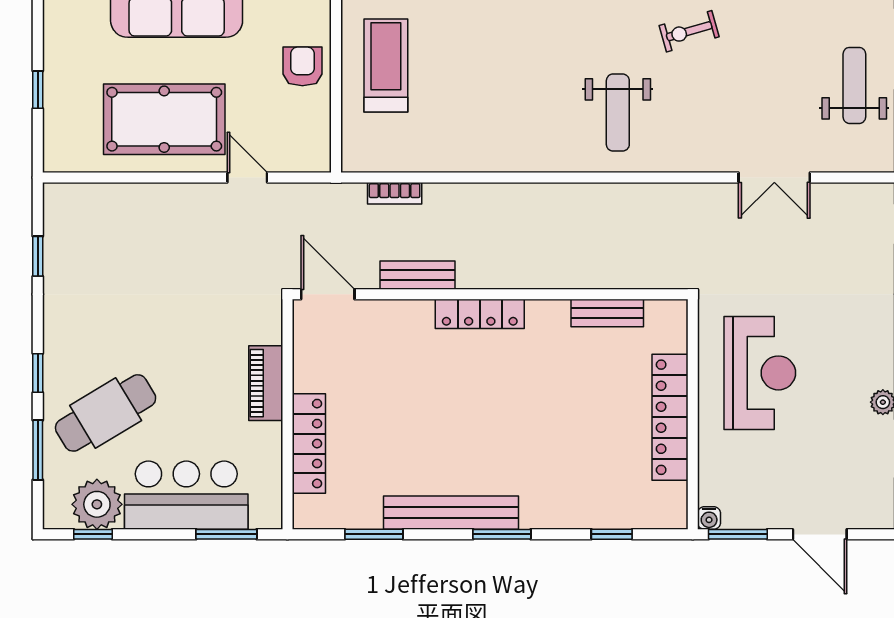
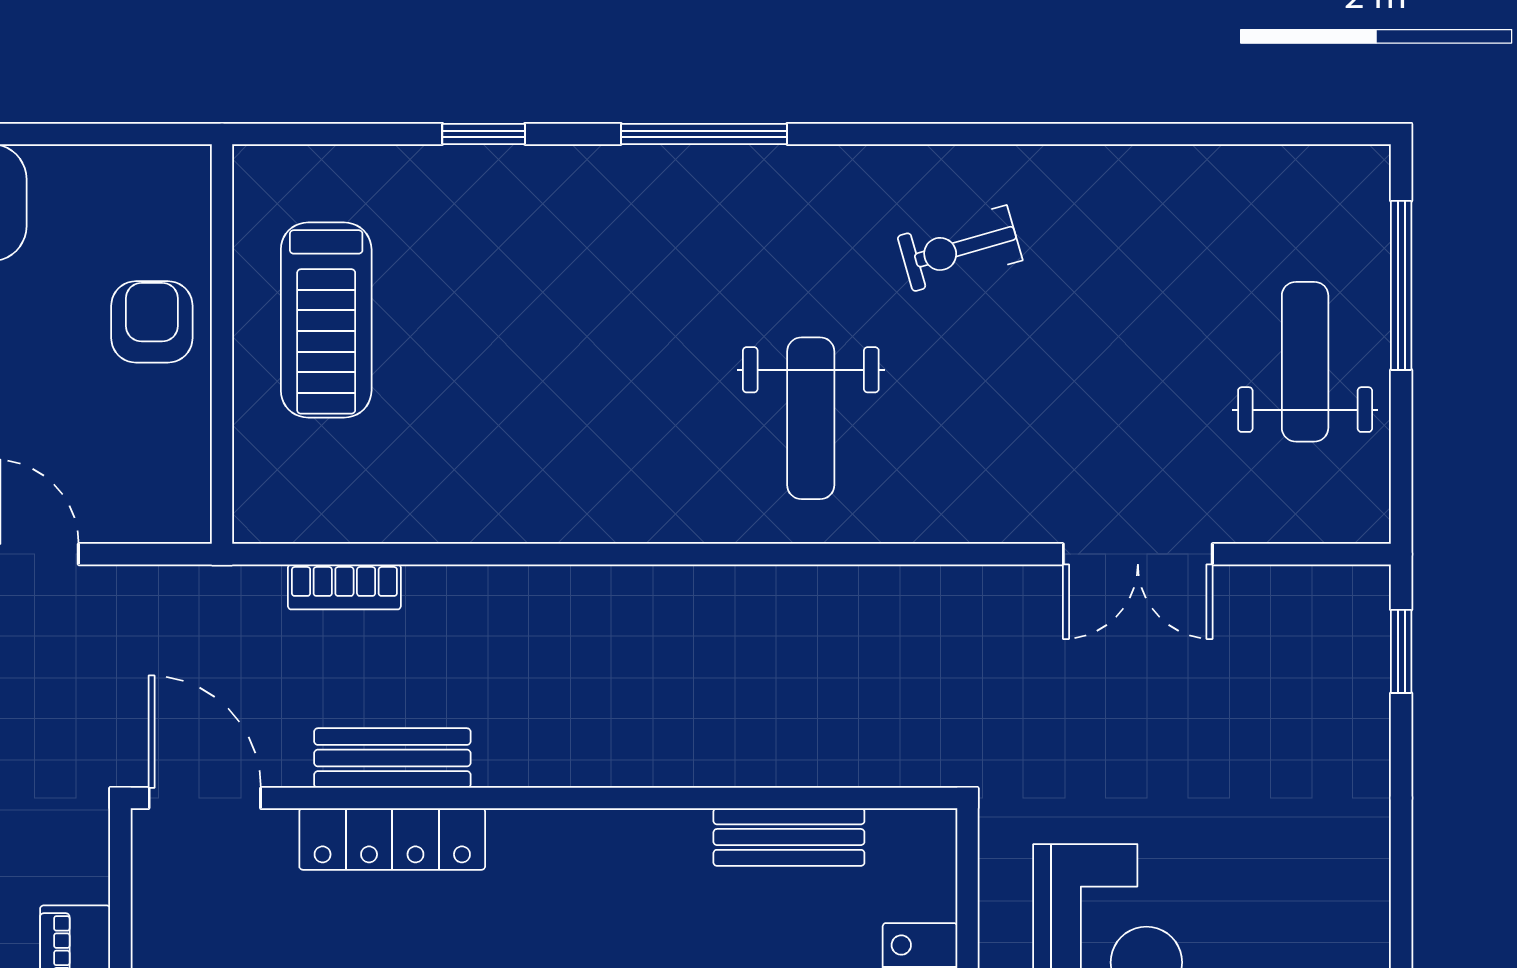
treadmill: (386, 66) -> (326, 320), turned 180
locker: (480, 314) -> (392, 839), moved

